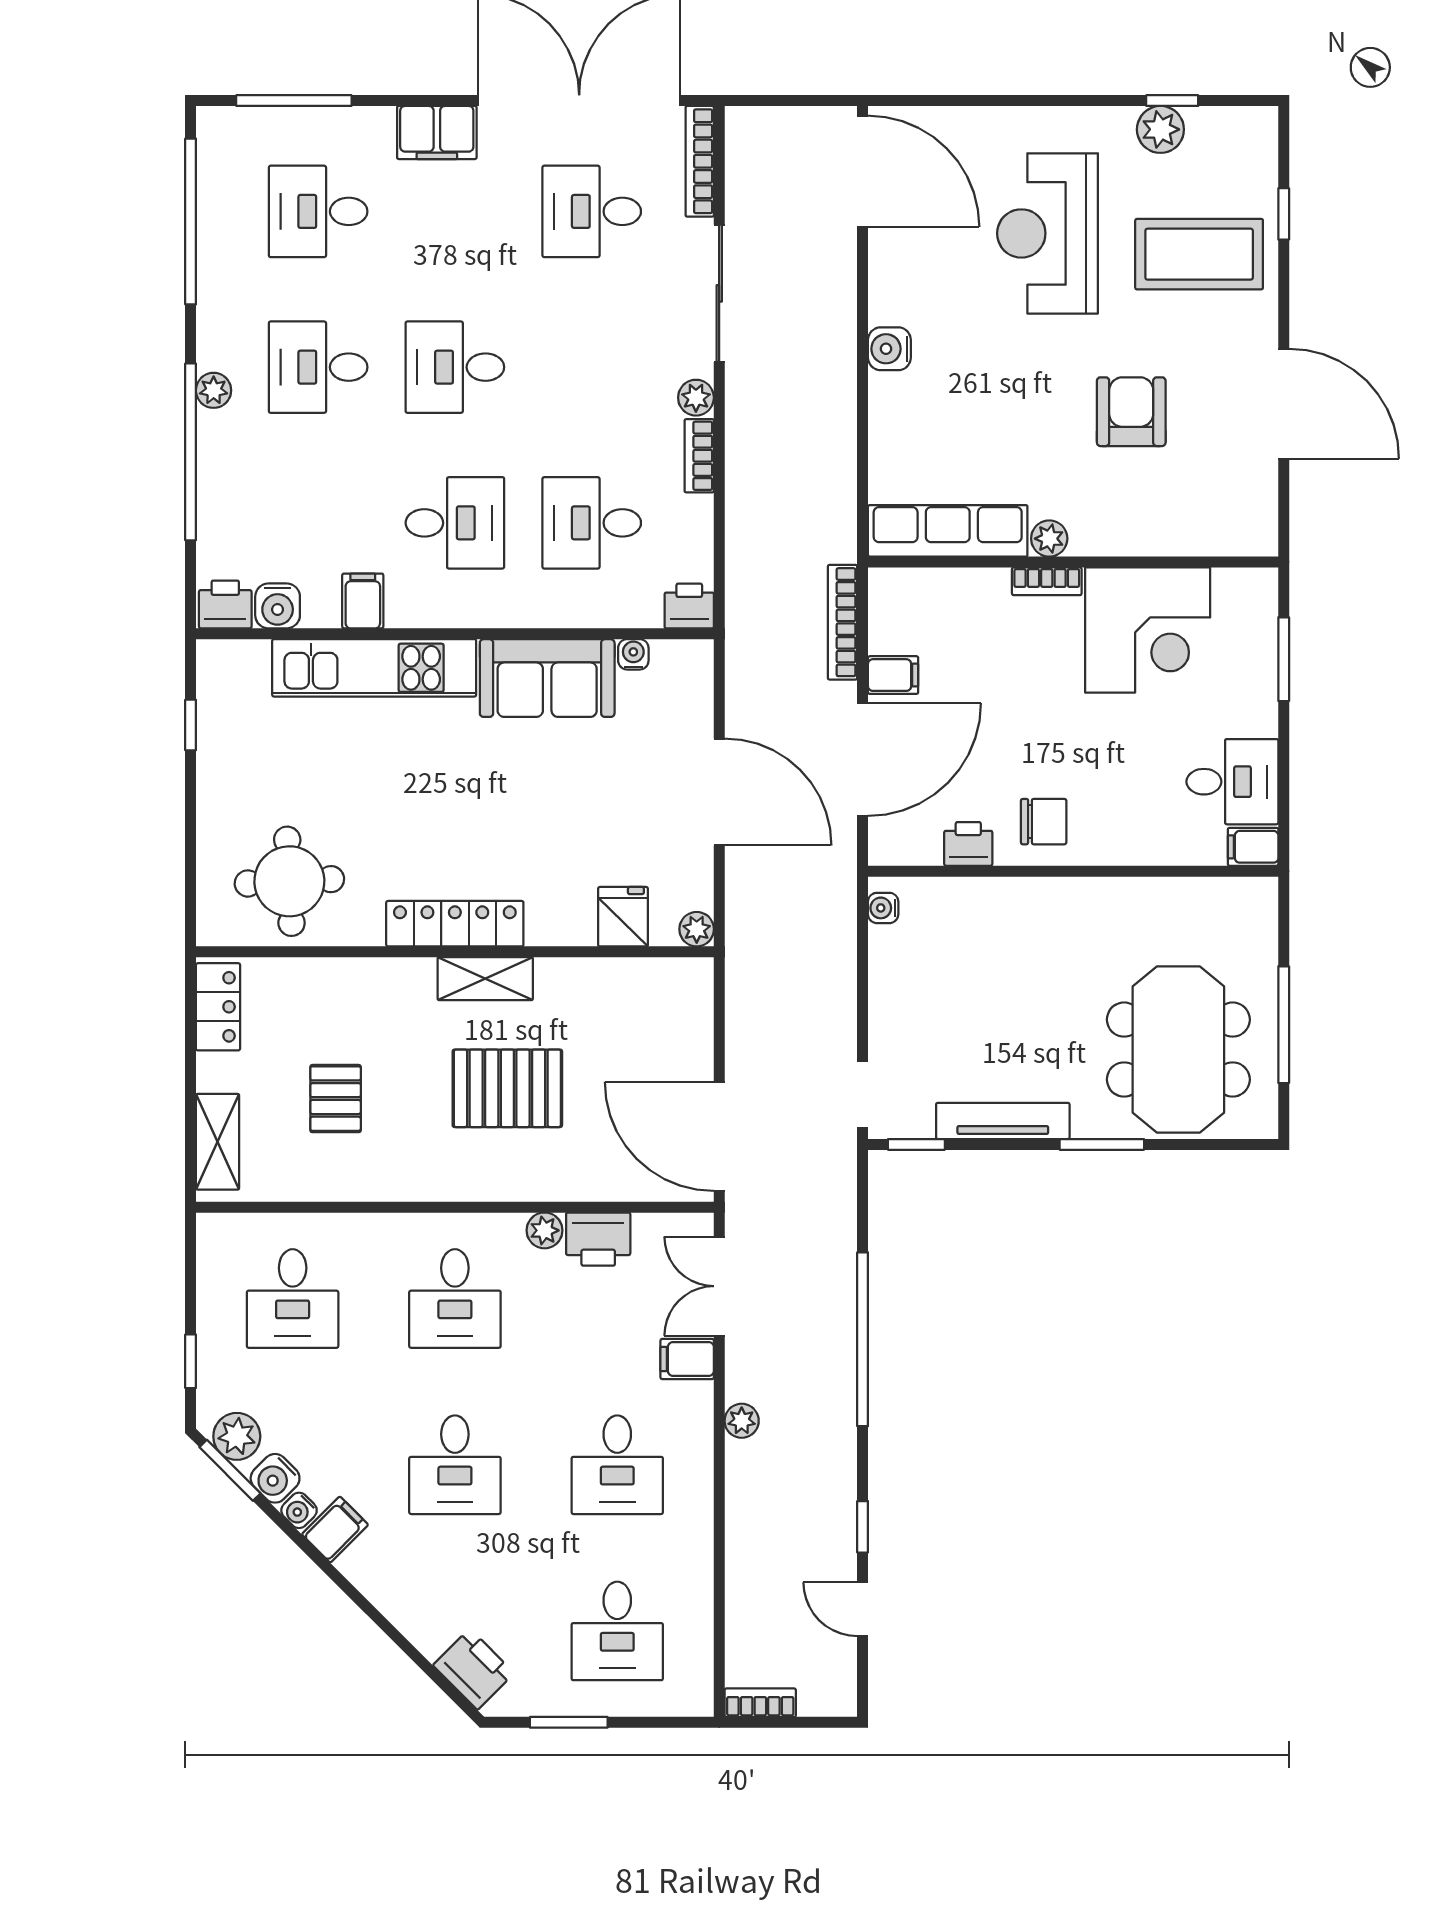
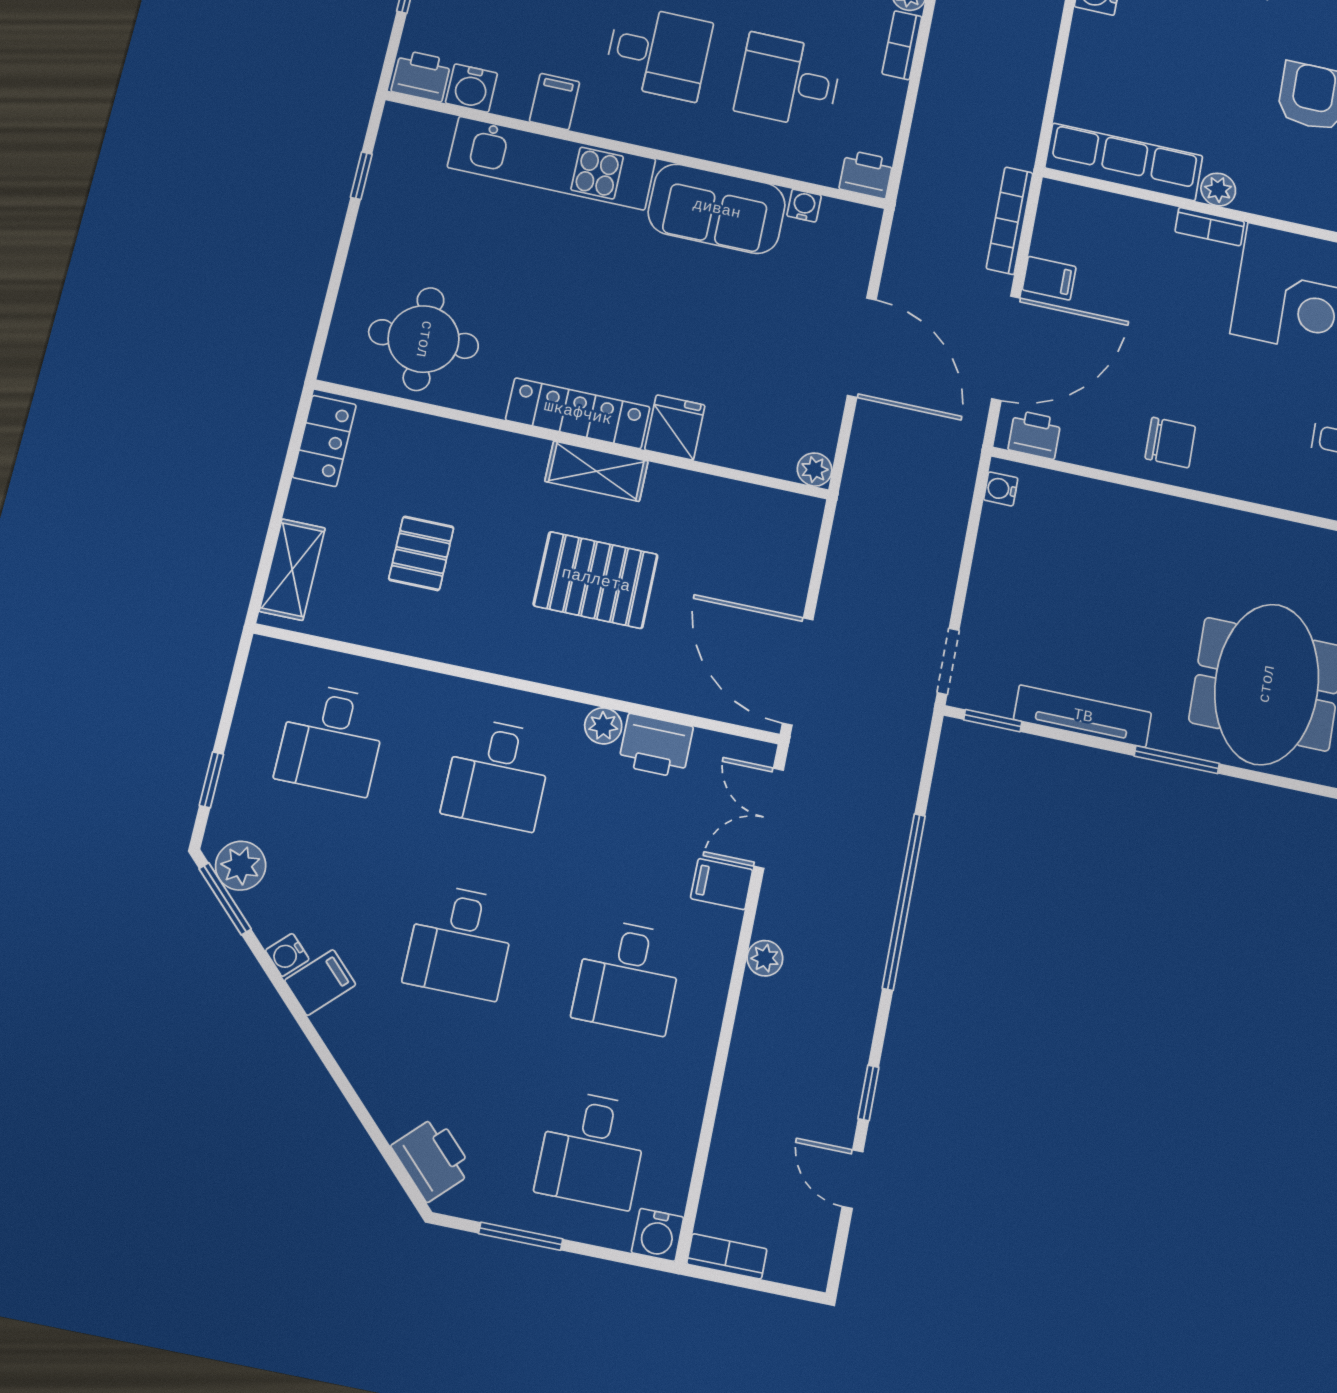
printer: (968, 844) -> (1035, 435), moved
fridge: (623, 917) -> (675, 427), moved
water cooler: (275, 1478) -> (658, 1235), moved, turned -45

